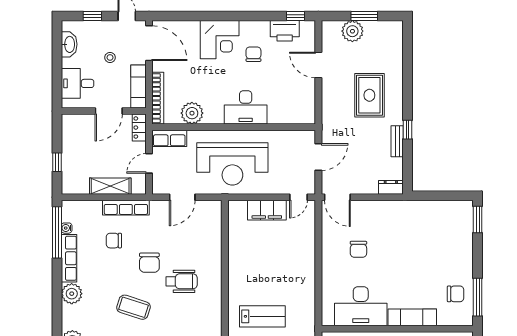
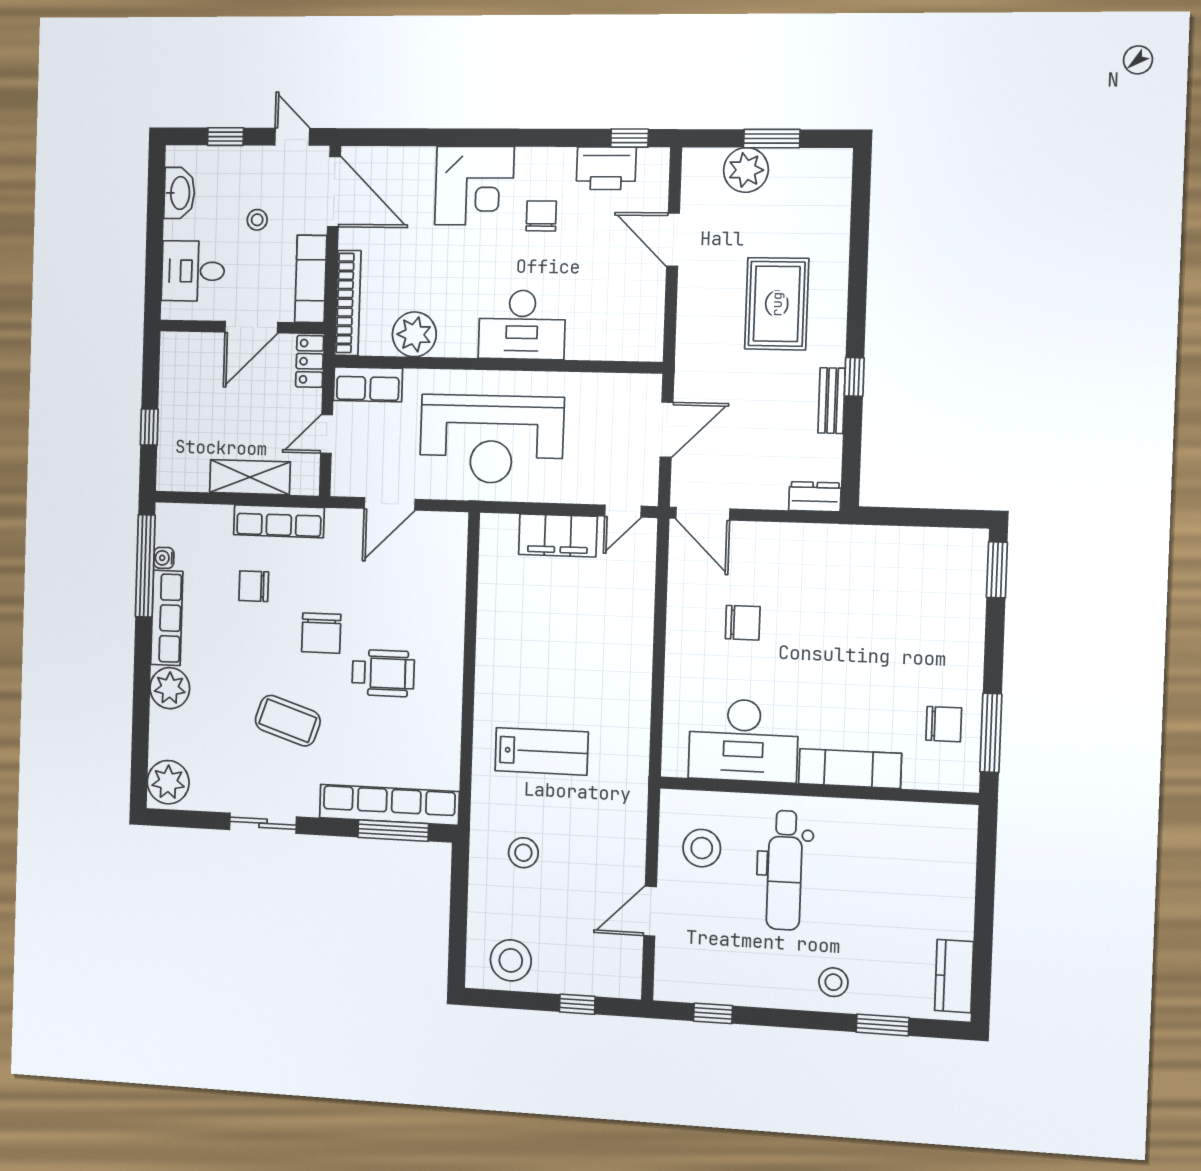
chair: (358, 249) -> (743, 623), turned -90

